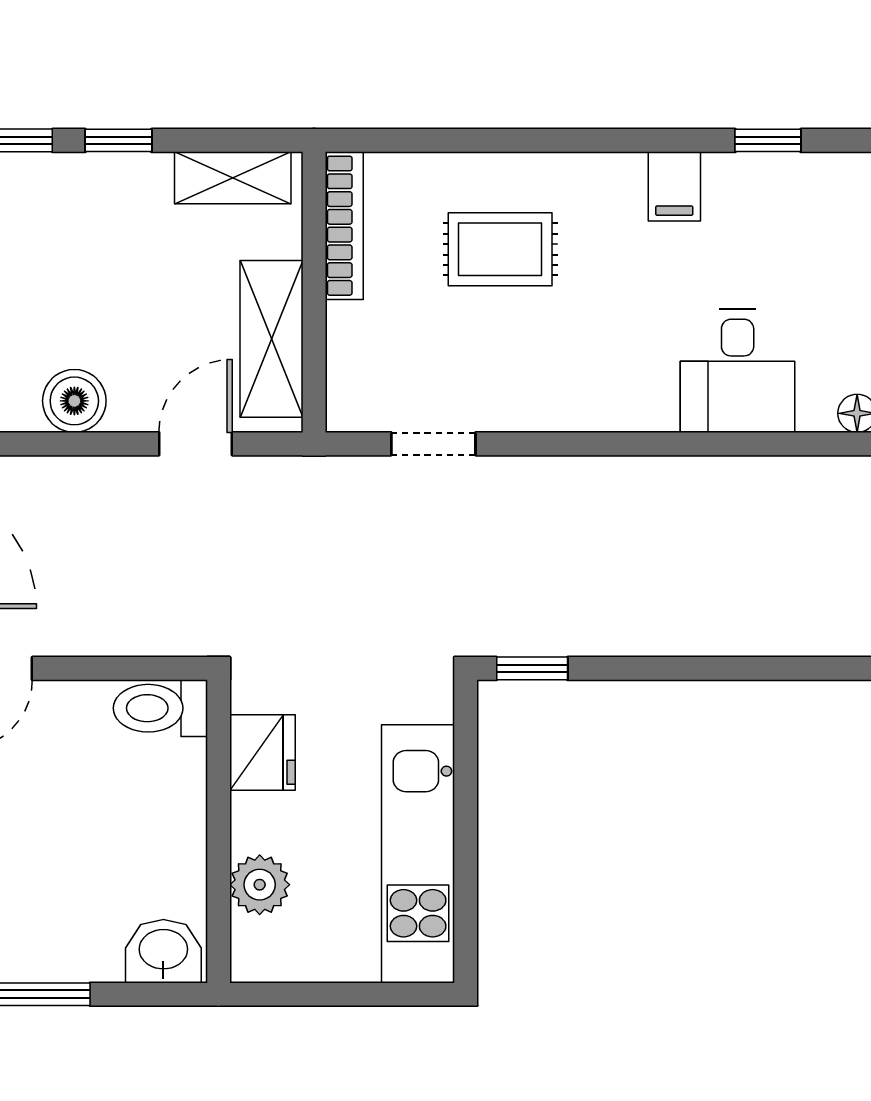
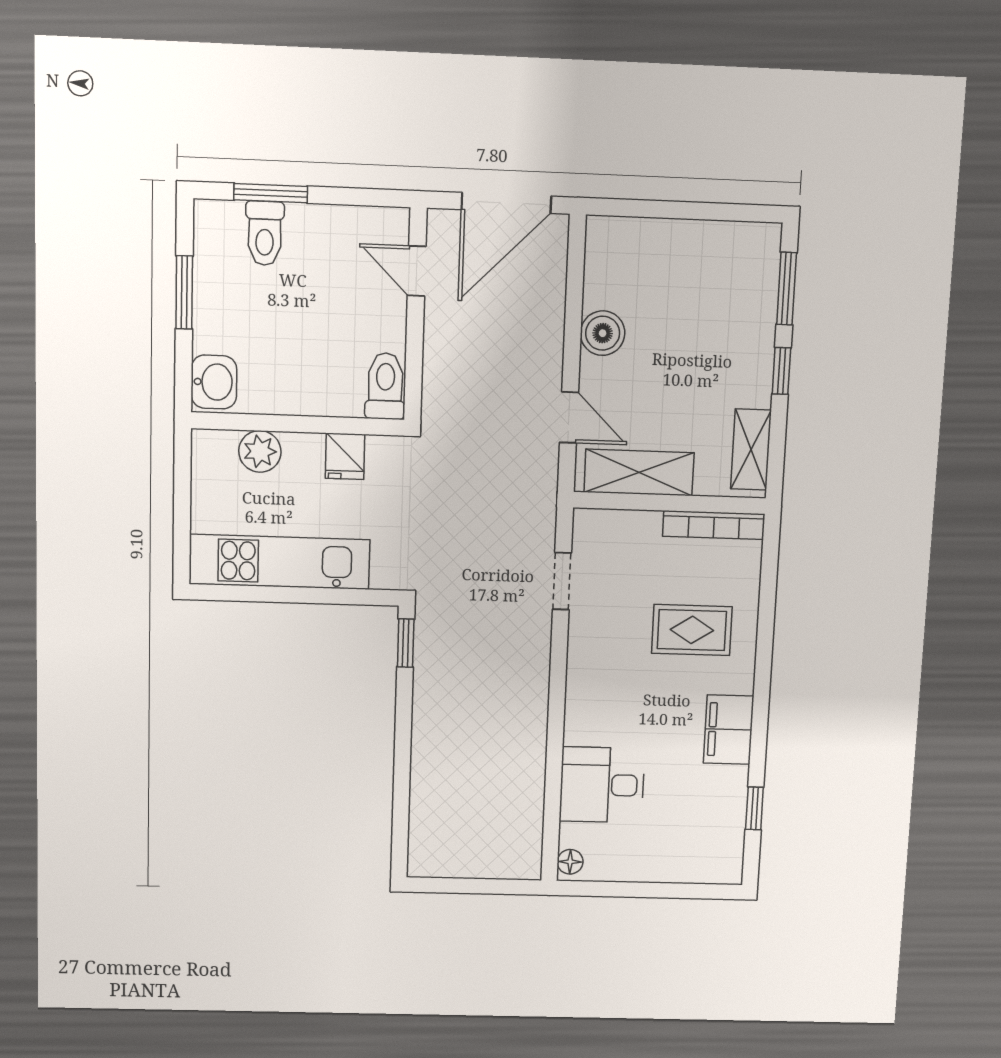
filing cabinet: (674, 186) -> (729, 730), width x2.00
rug: (500, 249) -> (692, 630), turned 90
fridge: (262, 753) -> (345, 456), width x0.72

